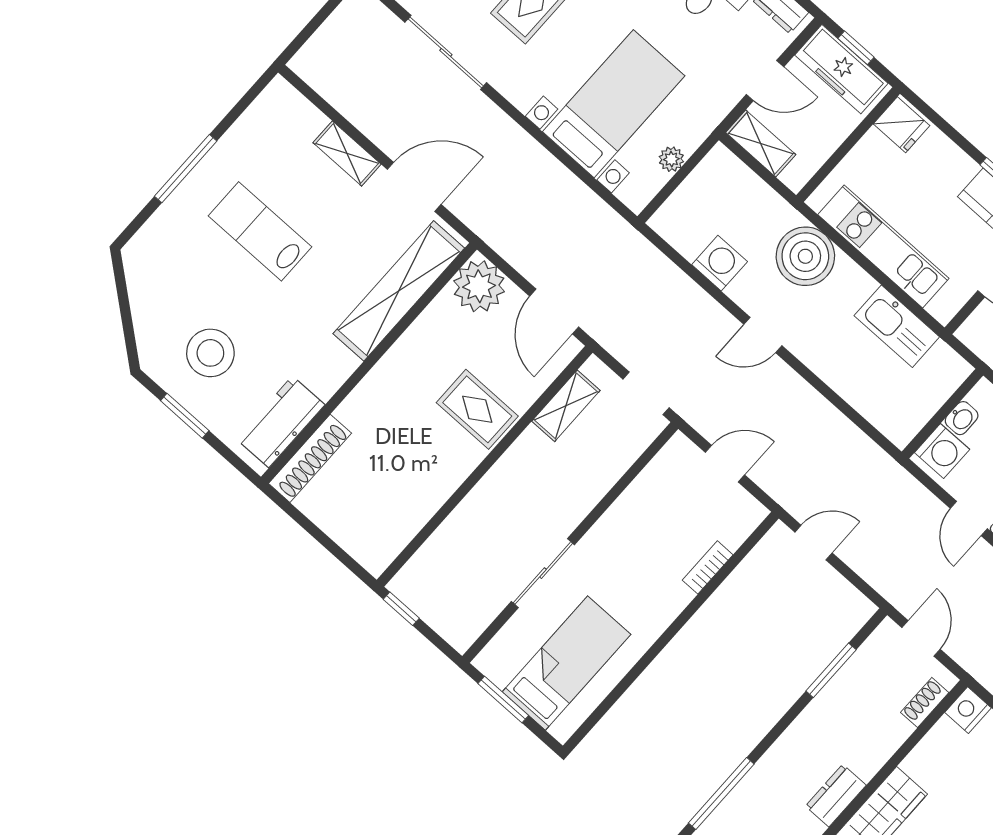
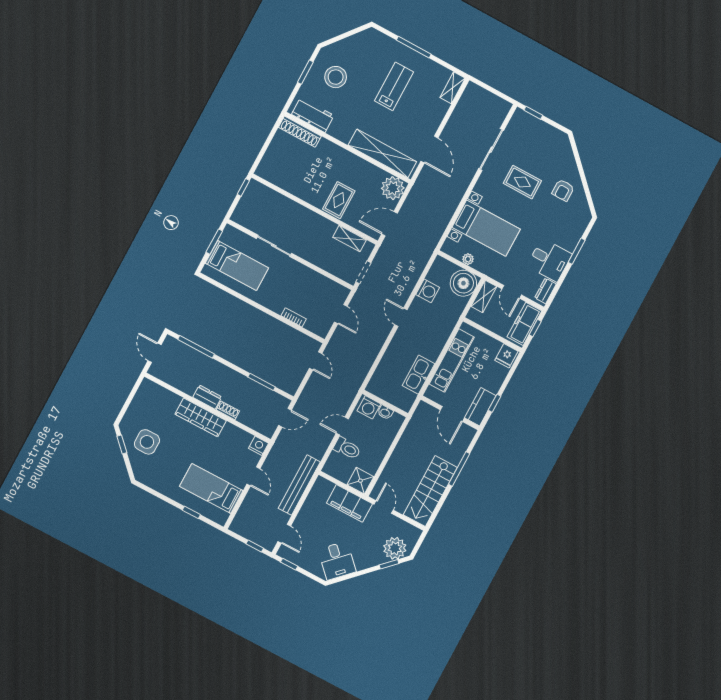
shelving: (347, 153) -> (453, 88), moved
boiler: (805, 256) -> (463, 283), moved
shoe rack: (925, 702) -> (228, 410), moved

